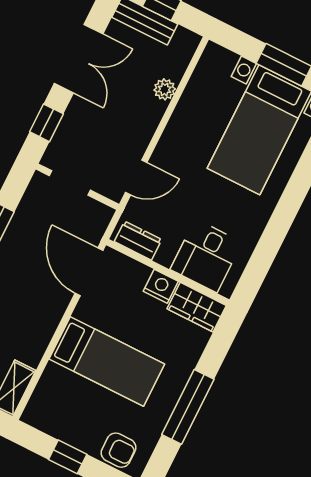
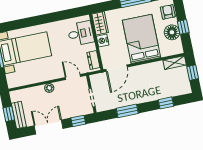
plant: (165, 89) -> (49, 88), moved
bed: (107, 361) -> (141, 39), width x1.50
floor lamp: (74, 428) -> (172, 32), added

